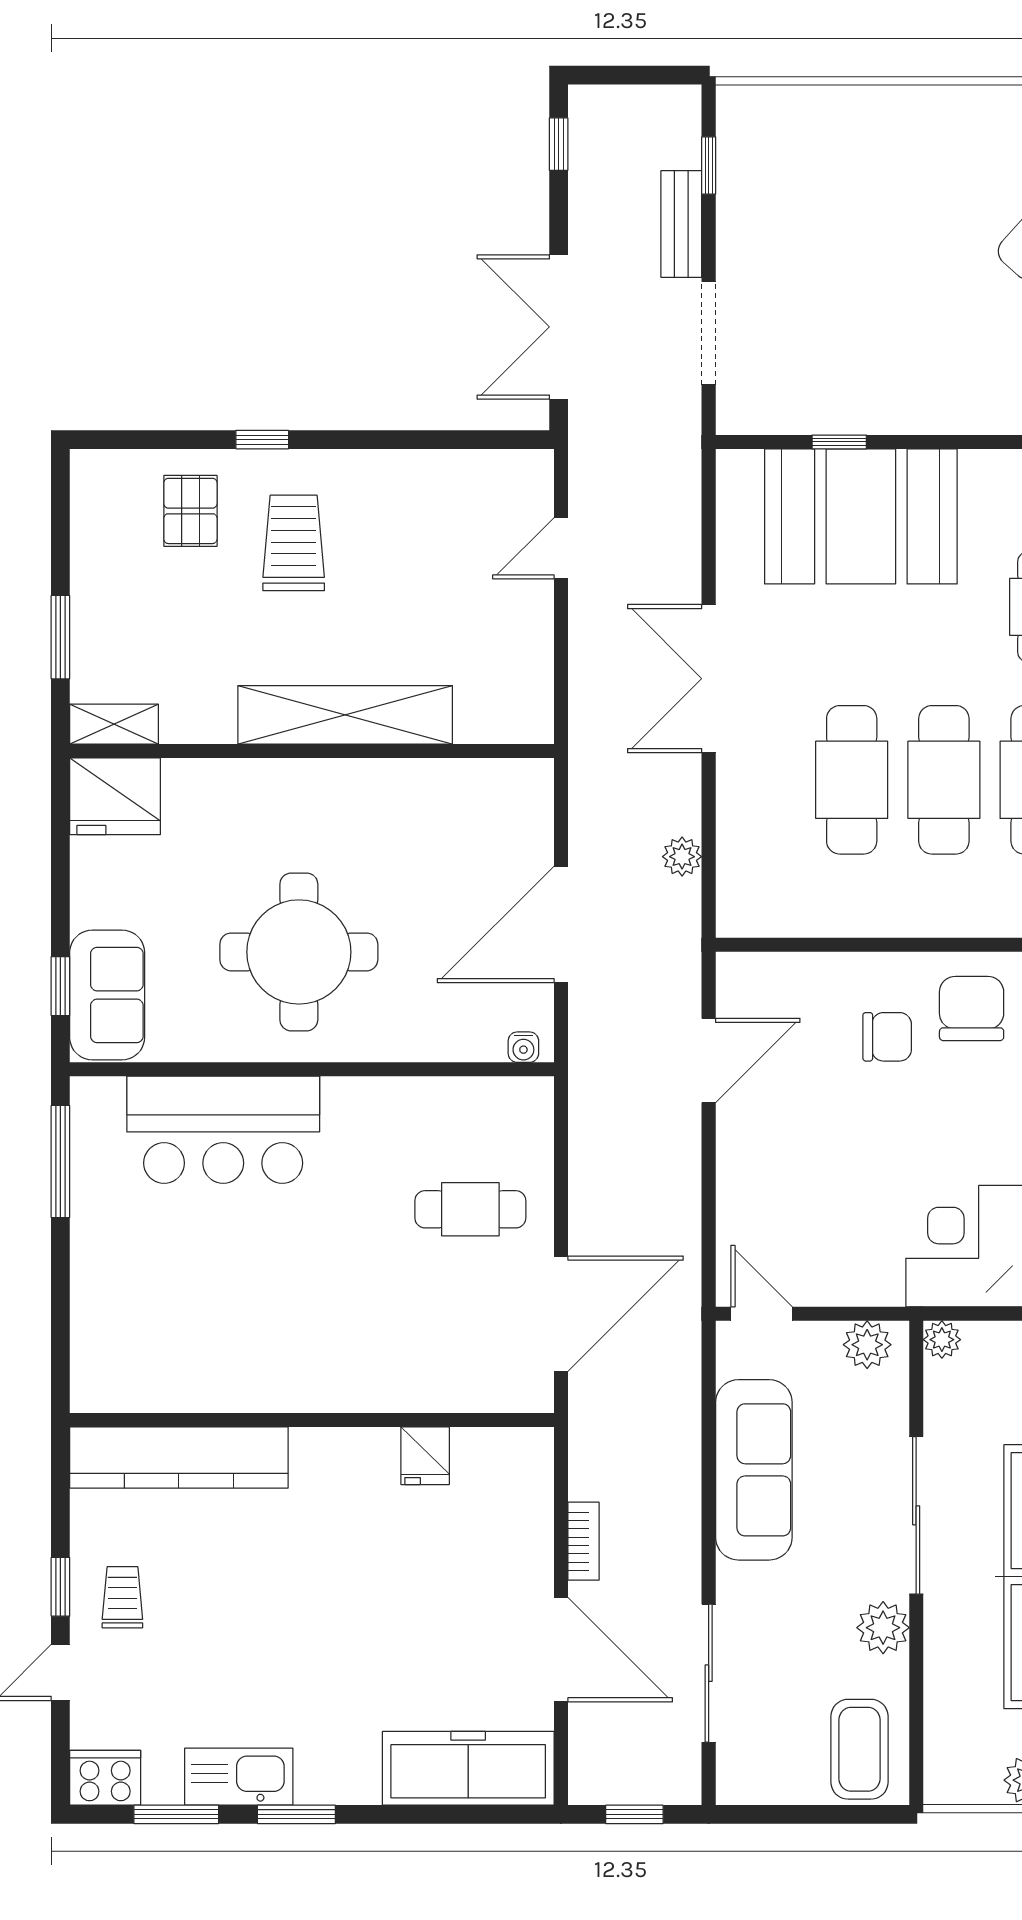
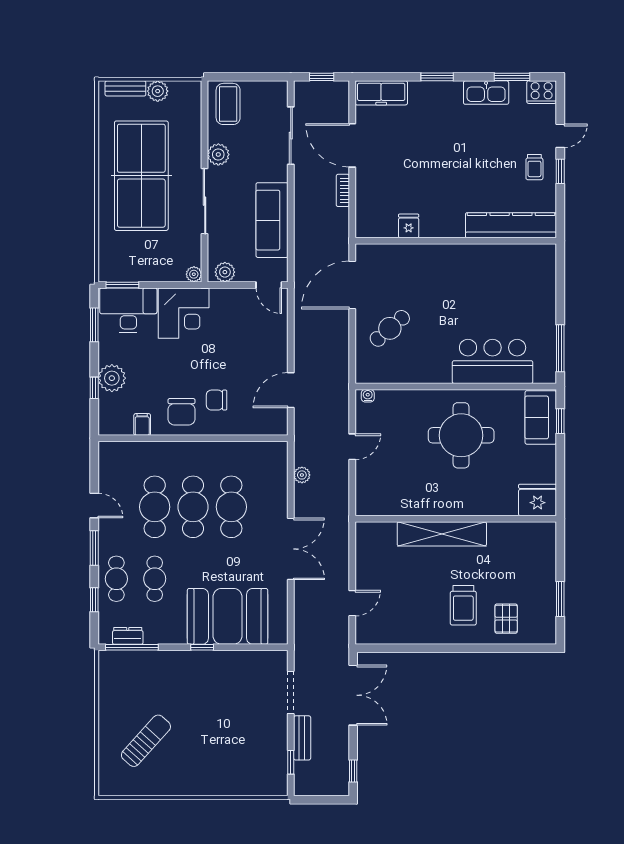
window: (262, 440) -> (476, 648), removed
window: (839, 442) -> (202, 647), moved
window: (60, 637) -> (560, 599), moved
shelving: (114, 724) -> (538, 530), removed
door: (561, 924) -> (352, 447), width x0.53
cafe table: (470, 1209) -> (390, 328), turned -41
freezer: (468, 1768) -> (381, 93), width x0.73, depth x0.79
window: (296, 1814) -> (437, 77), moved

